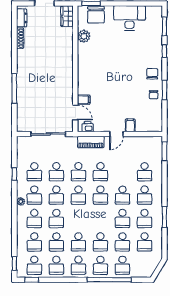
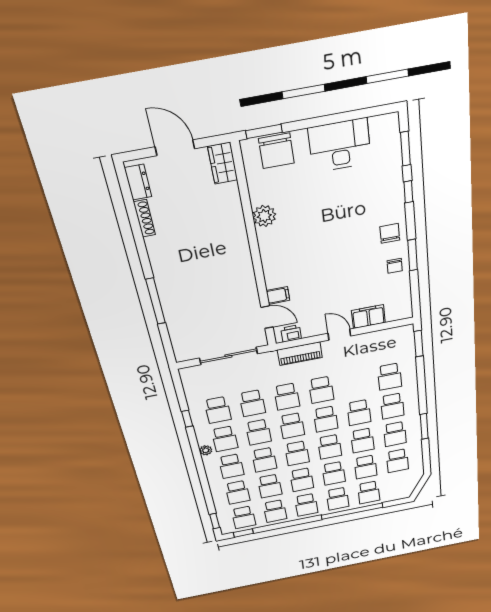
plant: (84, 36) -> (264, 216), moved
filing cabinet: (130, 125) -> (368, 317), width x2.00
door: (116, 134) -> (339, 335), swing flipped
school desk: (78, 219) -> (297, 453), added
school desk: (100, 219) -> (330, 447), added

